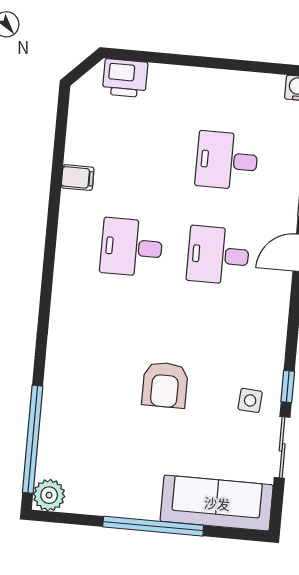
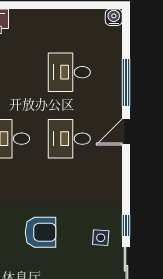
armchair: (165, 385) -> (40, 232), turned -90

